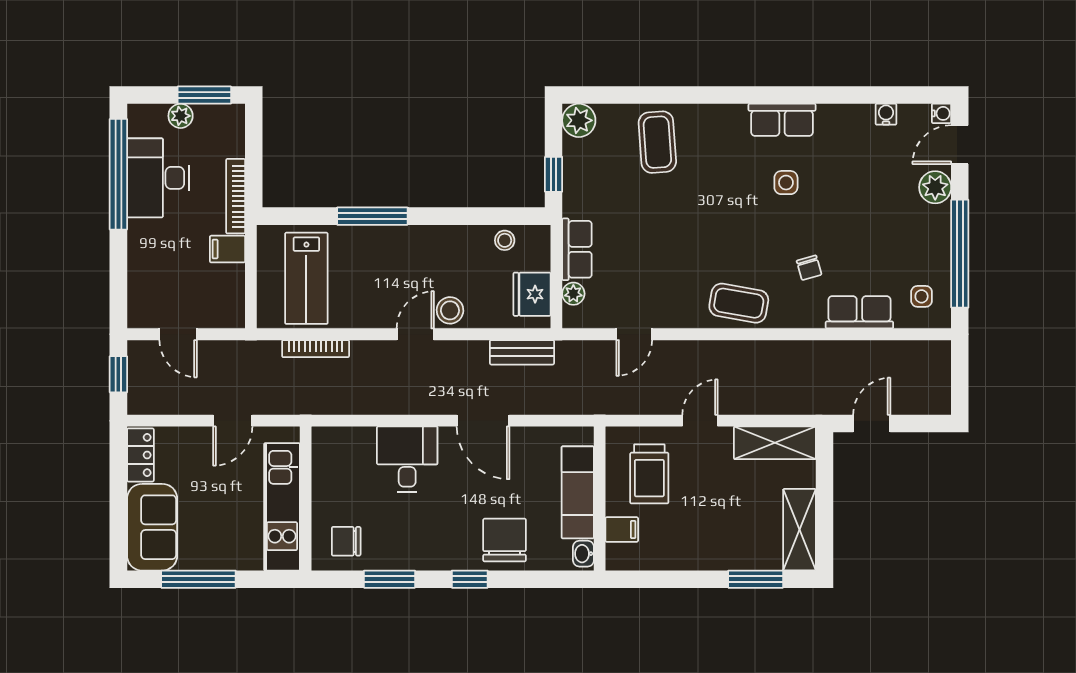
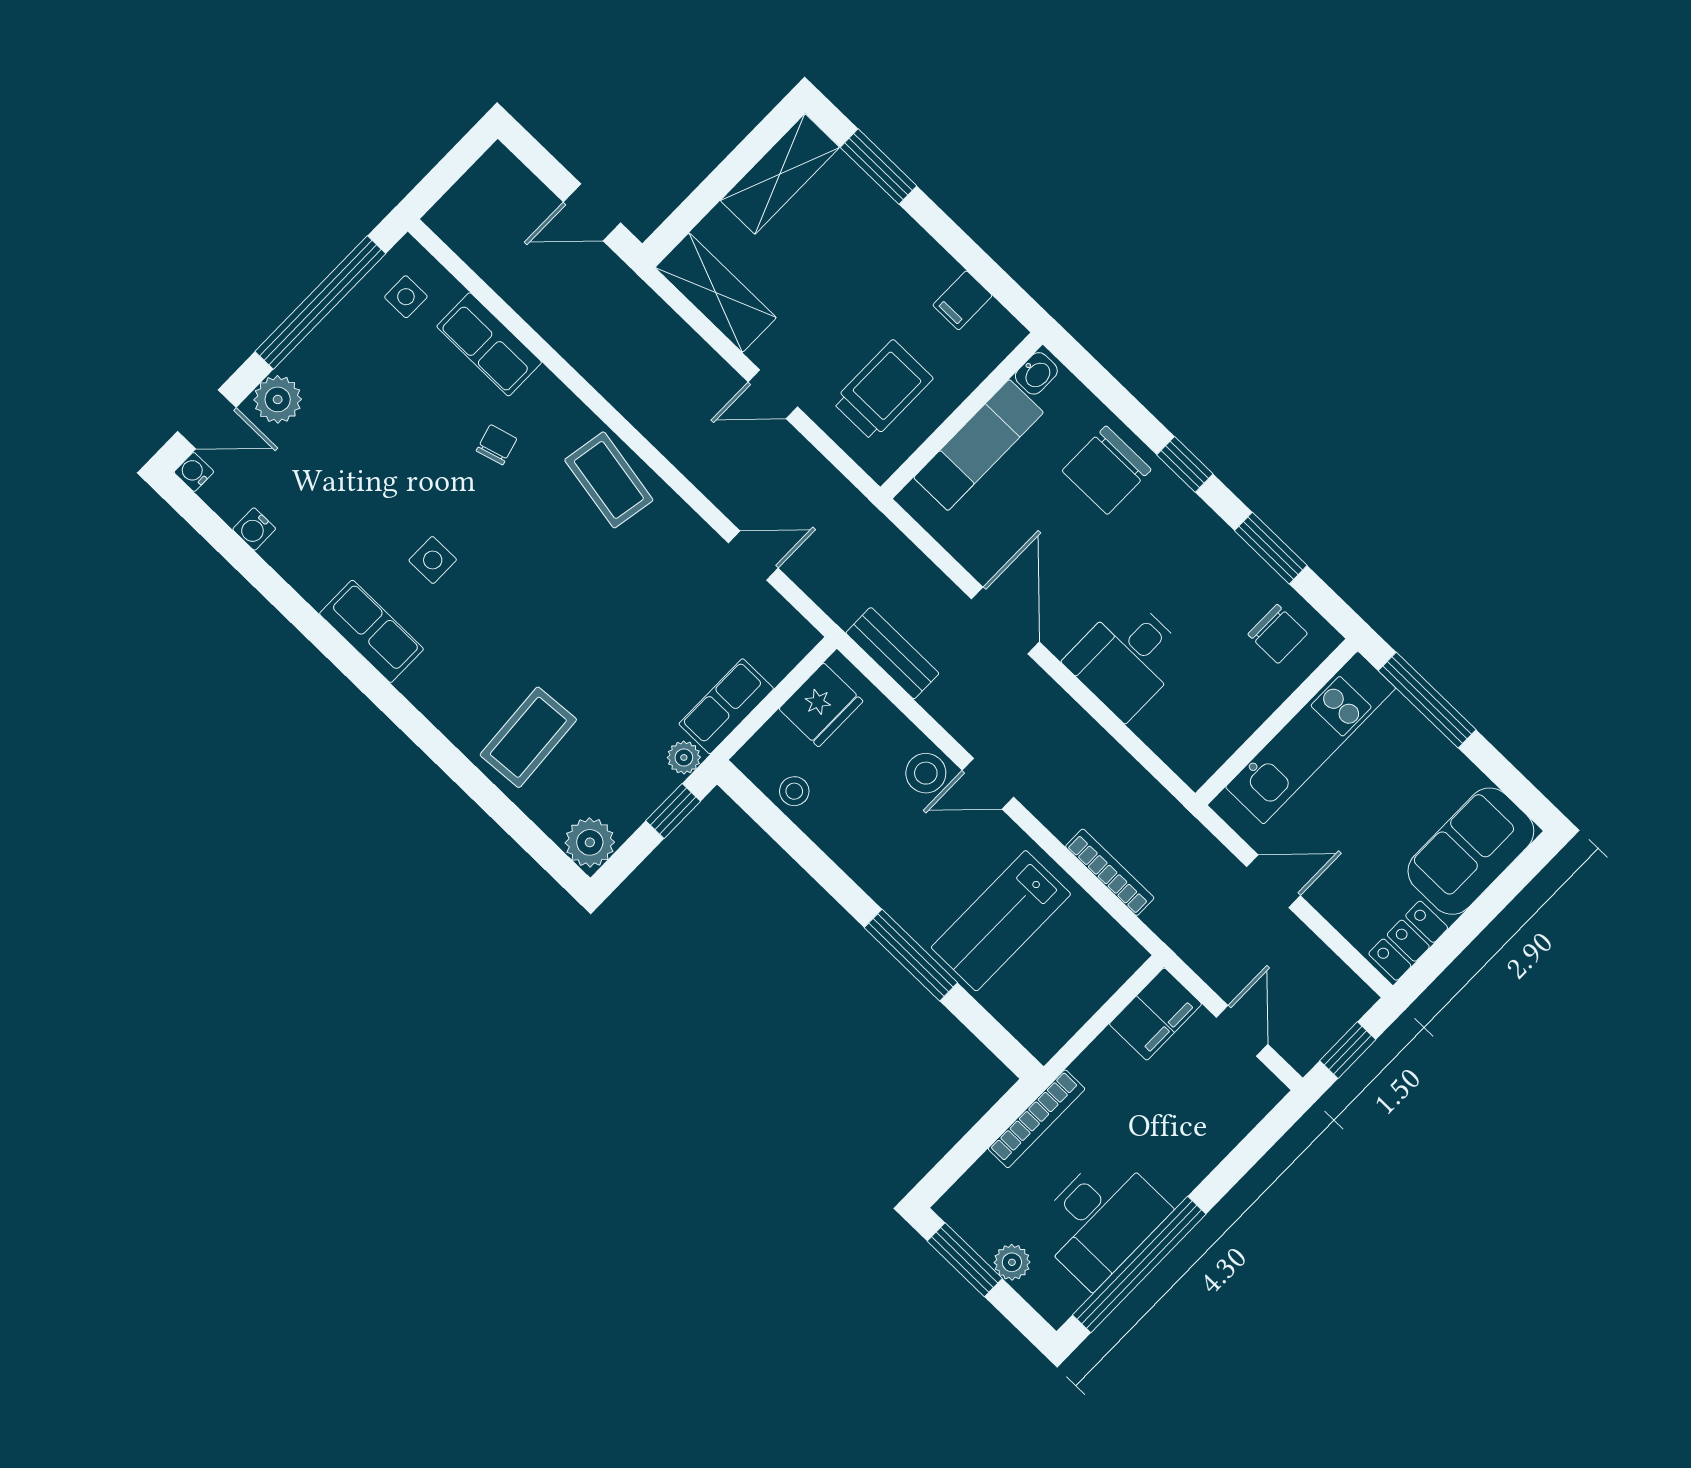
filing cabinet: (227, 249) -> (1155, 1014), moved, width x2.00
lab bench: (306, 278) -> (1001, 921), moved, turned 180
plant: (573, 294) -> (684, 757), moved
filing cabinet: (622, 530) -> (962, 300), moved, turned -90
window: (198, 579) -> (1427, 700), moved

